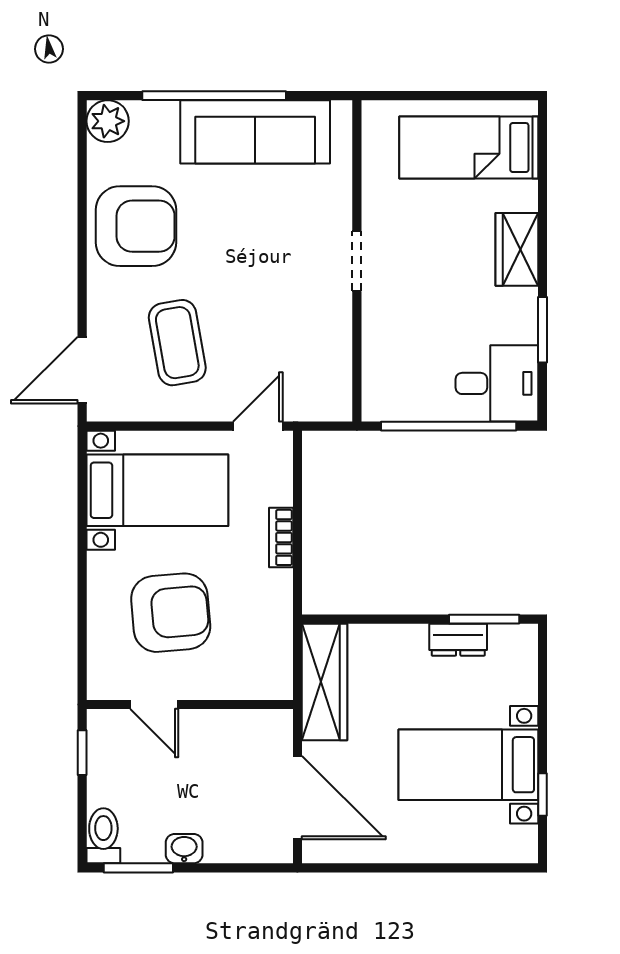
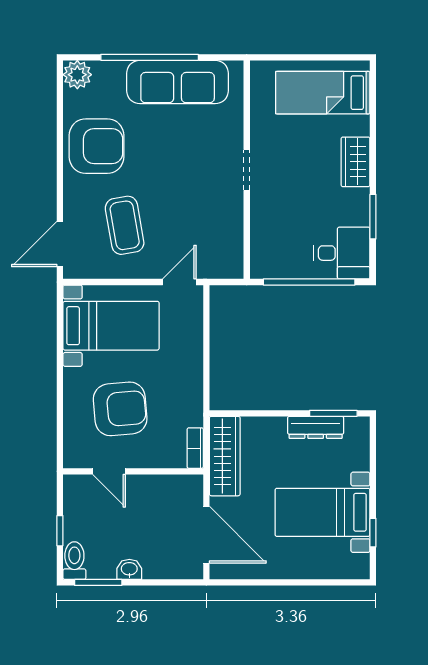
bookcase: (281, 537) -> (195, 448), moved
dresser: (458, 640) -> (316, 427), width x1.44
window: (82, 753) -> (60, 531), moved

